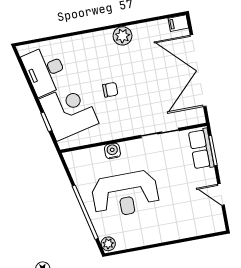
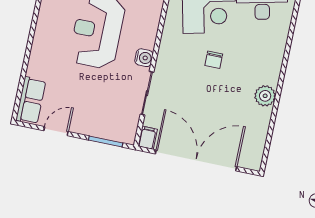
filing cabinet: (178, 23) -> (148, 138), moved
row of seats: (201, 149) -> (31, 100), moved, turned 90
water cooler: (112, 151) -> (144, 58), moved

